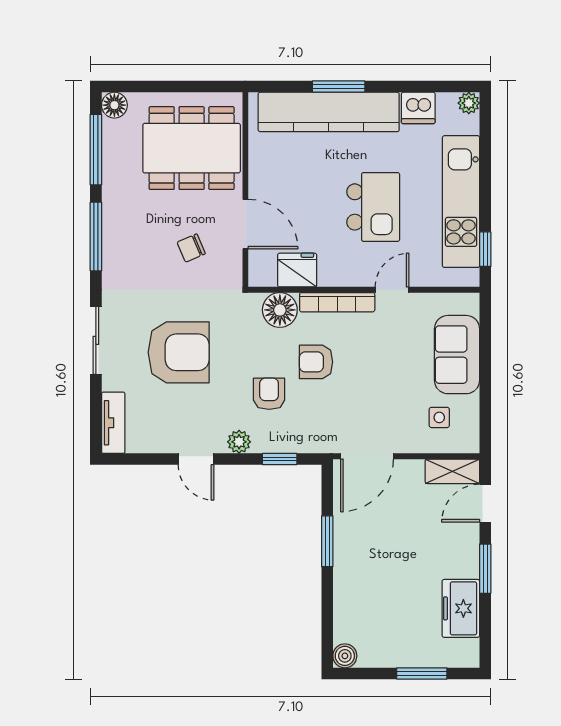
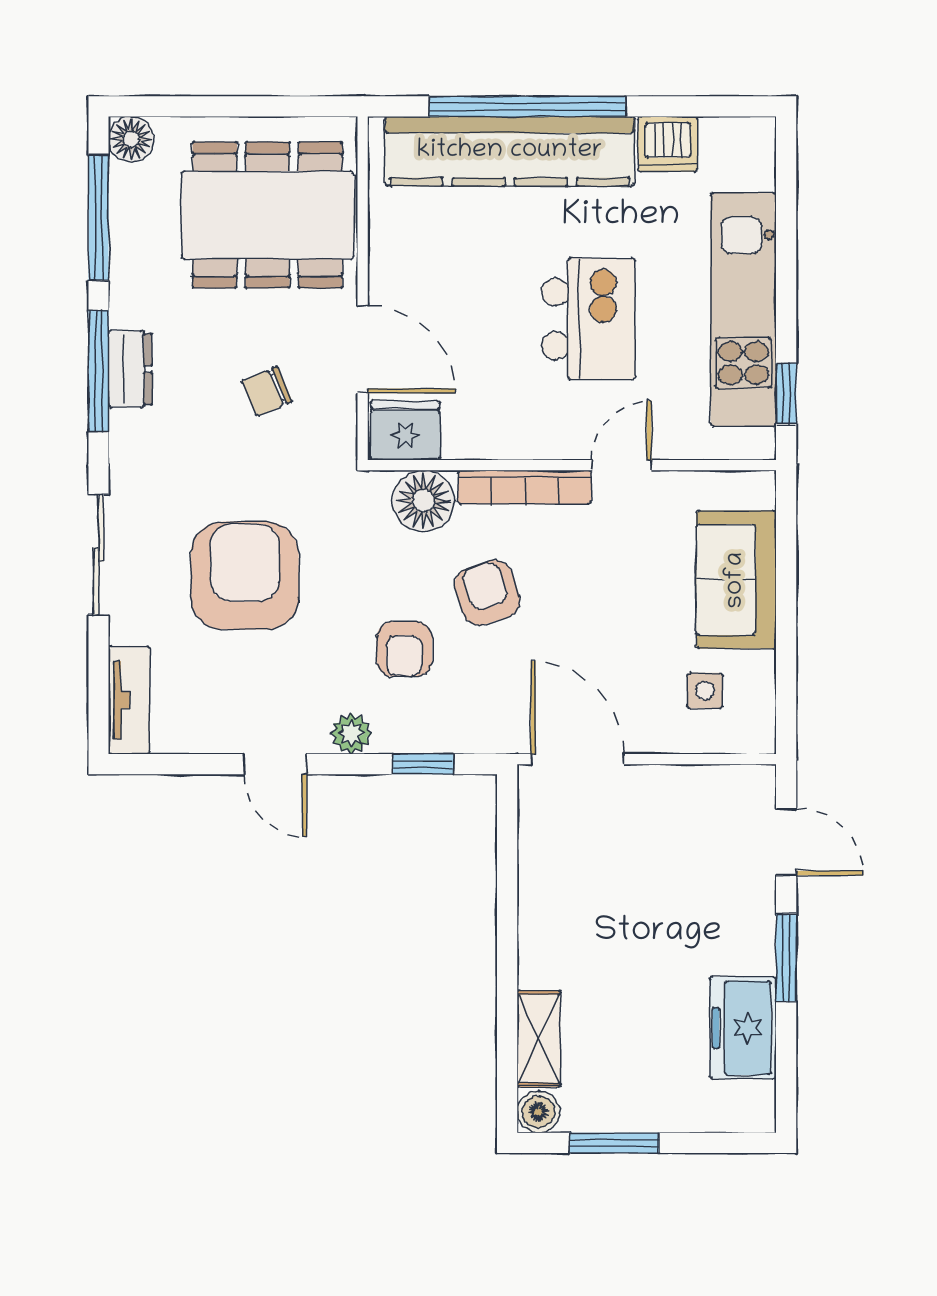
window: (339, 87) -> (527, 106), width x2.11
plant: (469, 103) -> (757, 136), removed
dresser: (114, 235) -> (130, 369), added
fridge: (297, 270) -> (405, 430), moved
armchair: (179, 352) -> (245, 576), turned -90
armchair: (316, 362) -> (487, 593), turned 72
armchair: (269, 394) -> (404, 649), turned 180
door: (367, 456) -> (577, 759), swing flipped
shelving: (452, 471) -> (539, 1039), moved, turned 90
door: (485, 503) -> (786, 842), swing flipped
window: (327, 541) -> (507, 909), removed
window: (422, 673) -> (614, 1143), moved

